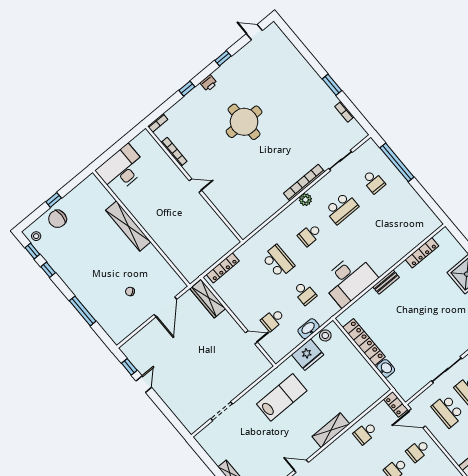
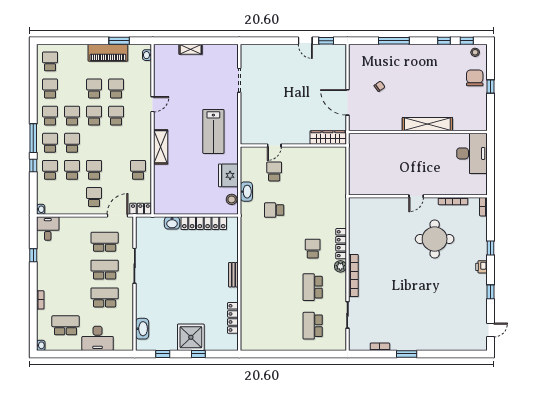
round table: (244, 122) -> (435, 239), moved
window: (397, 162) -> (312, 354), removed
school desk: (373, 182) -> (313, 326), width x1.85
school desk: (278, 261) -> (313, 210), removed
locker: (223, 268) -> (341, 244), moved
desk: (349, 280) -> (257, 250), removed

